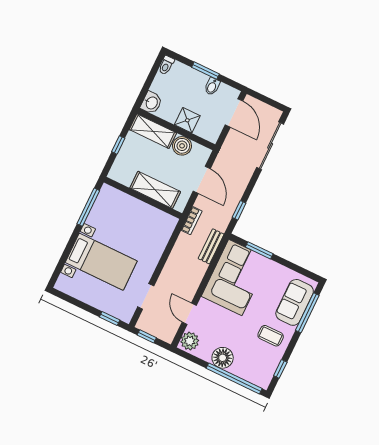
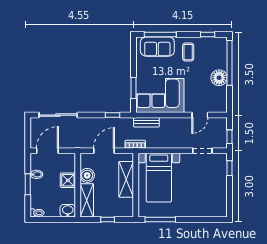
bed with nightstands: (101, 262) -> (159, 178), moved, turned 180
plant: (190, 341) -> (218, 106), removed

